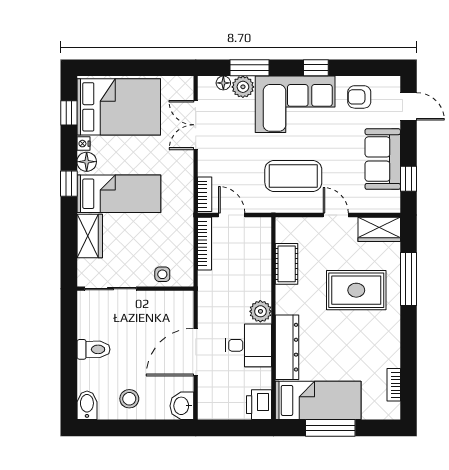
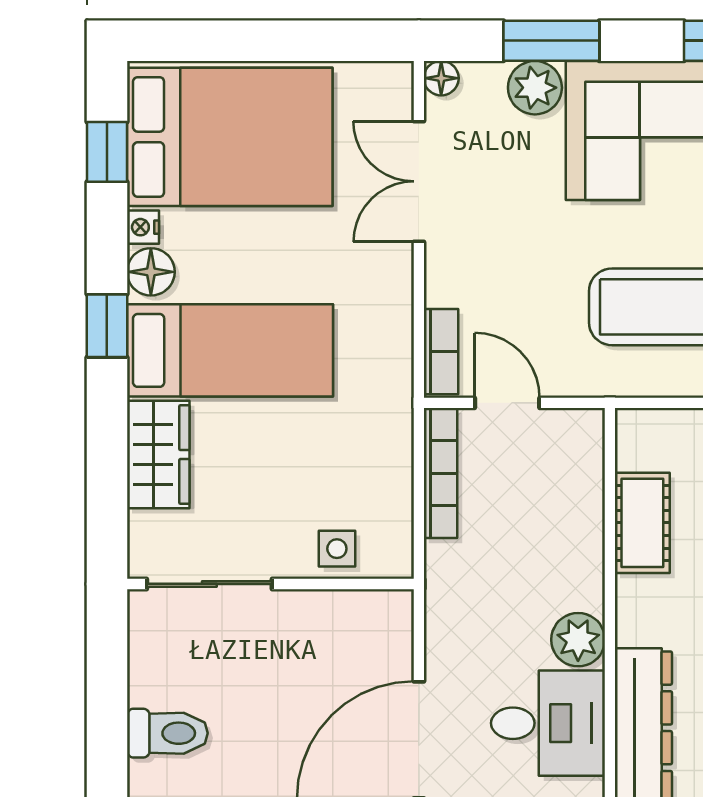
floor lamp: (223, 83) -> (441, 78), moved

